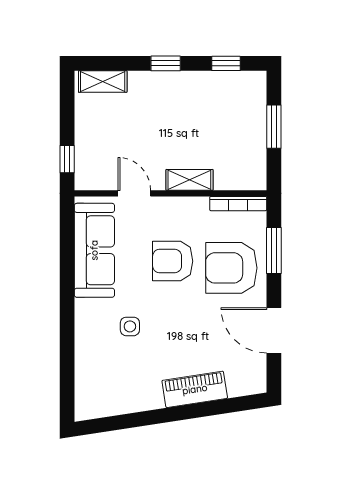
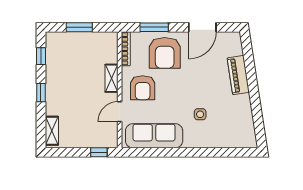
armchair: (173, 261) -> (143, 88), moved

